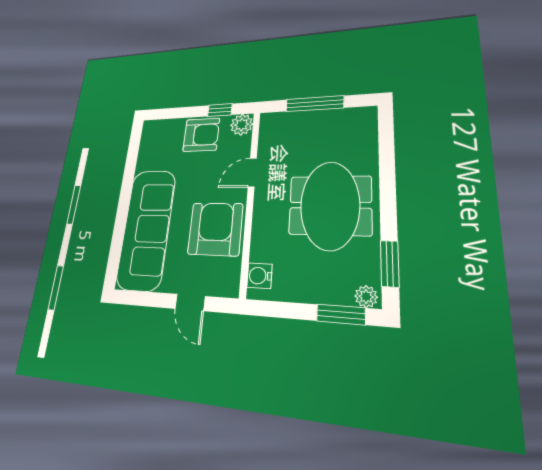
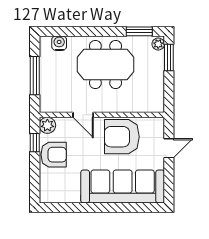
armchair: (201, 135) -> (54, 155), turned 90
water cooler: (259, 276) -> (59, 43), moved, turned 180

